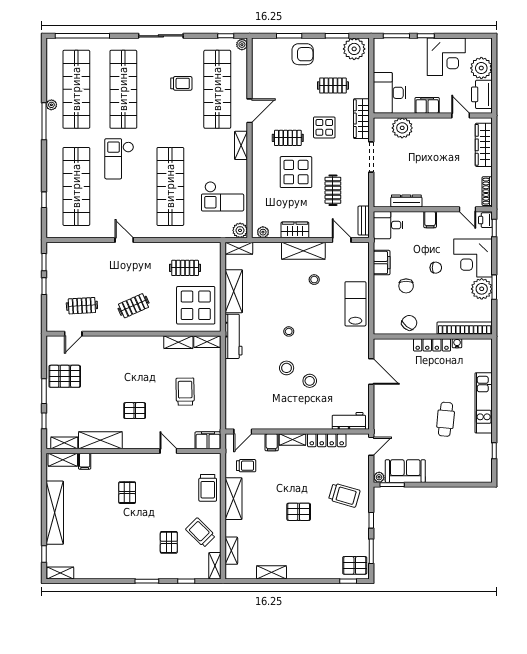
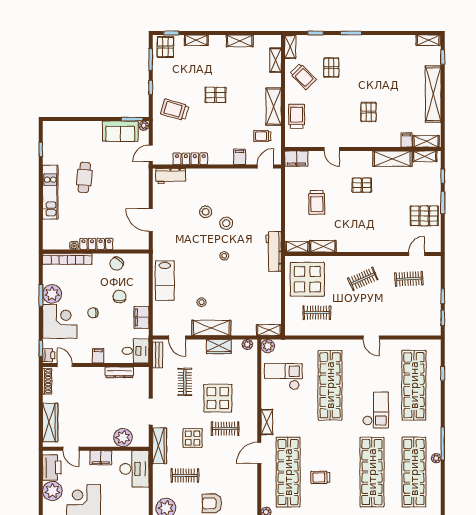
shelving: (234, 291) -> (273, 292), removed
shelving: (293, 440) -> (196, 40), moved
pallet: (355, 565) -> (165, 47), turned 90

